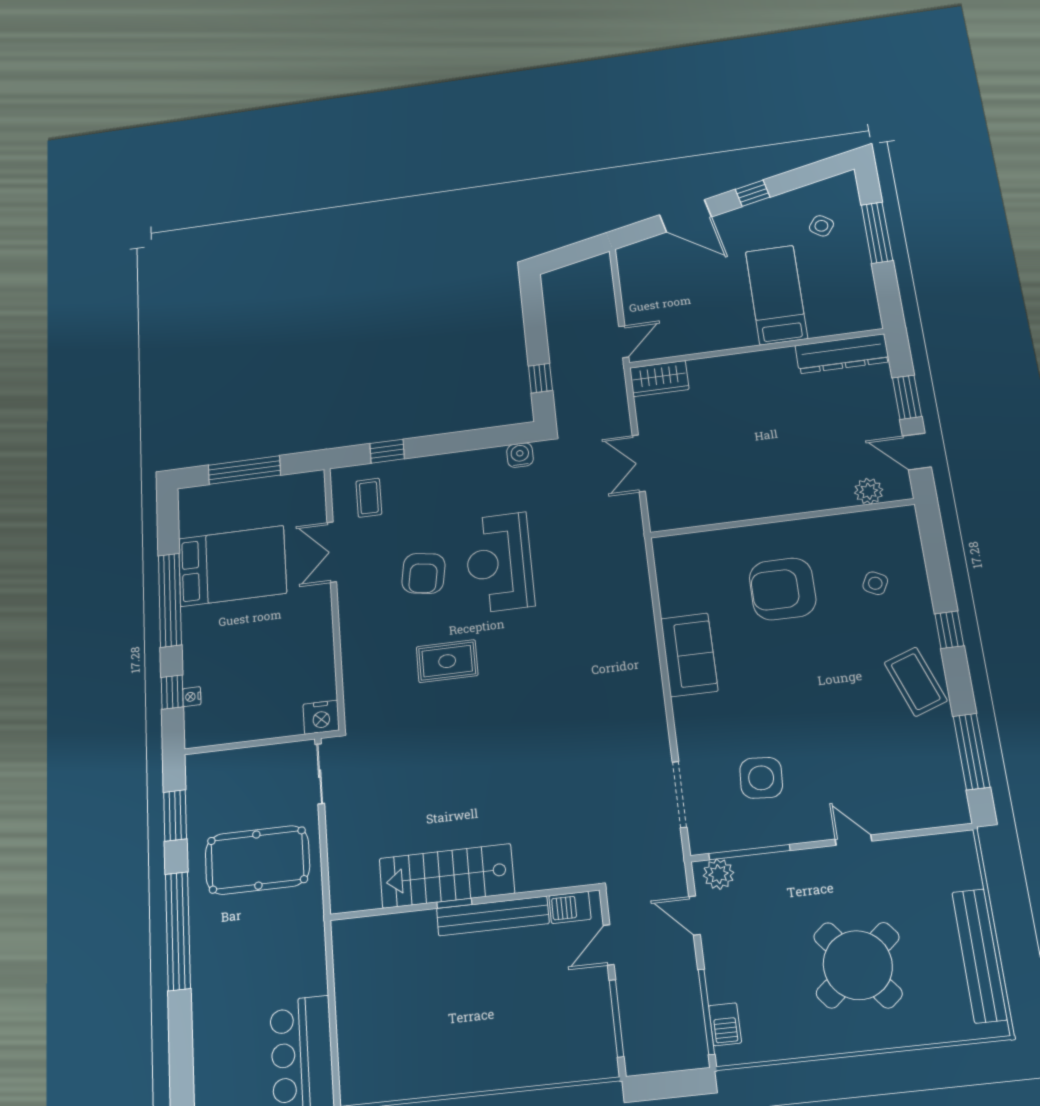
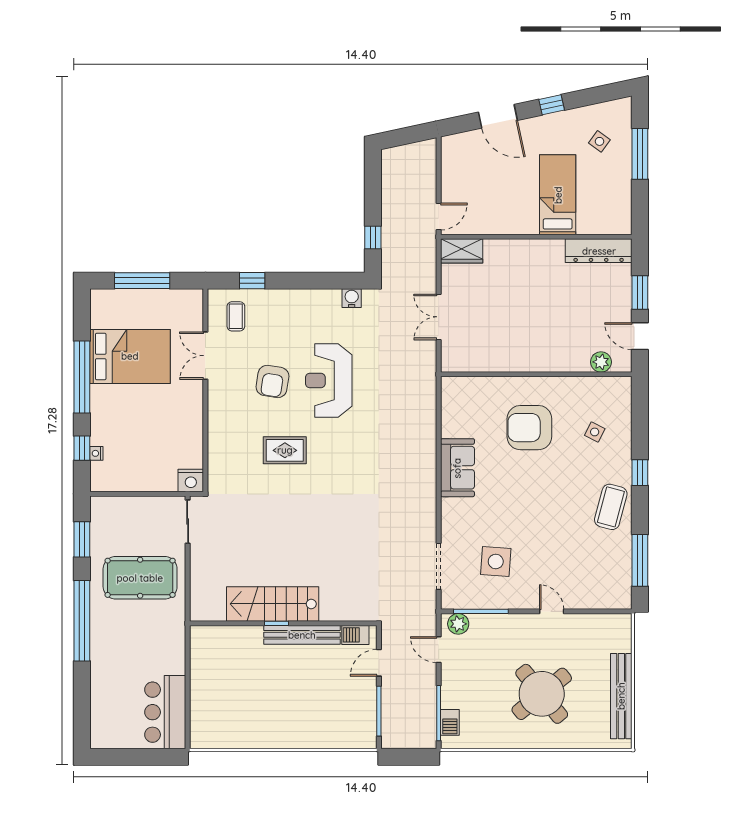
coffee table: (916, 682) -> (611, 507), turned 35

